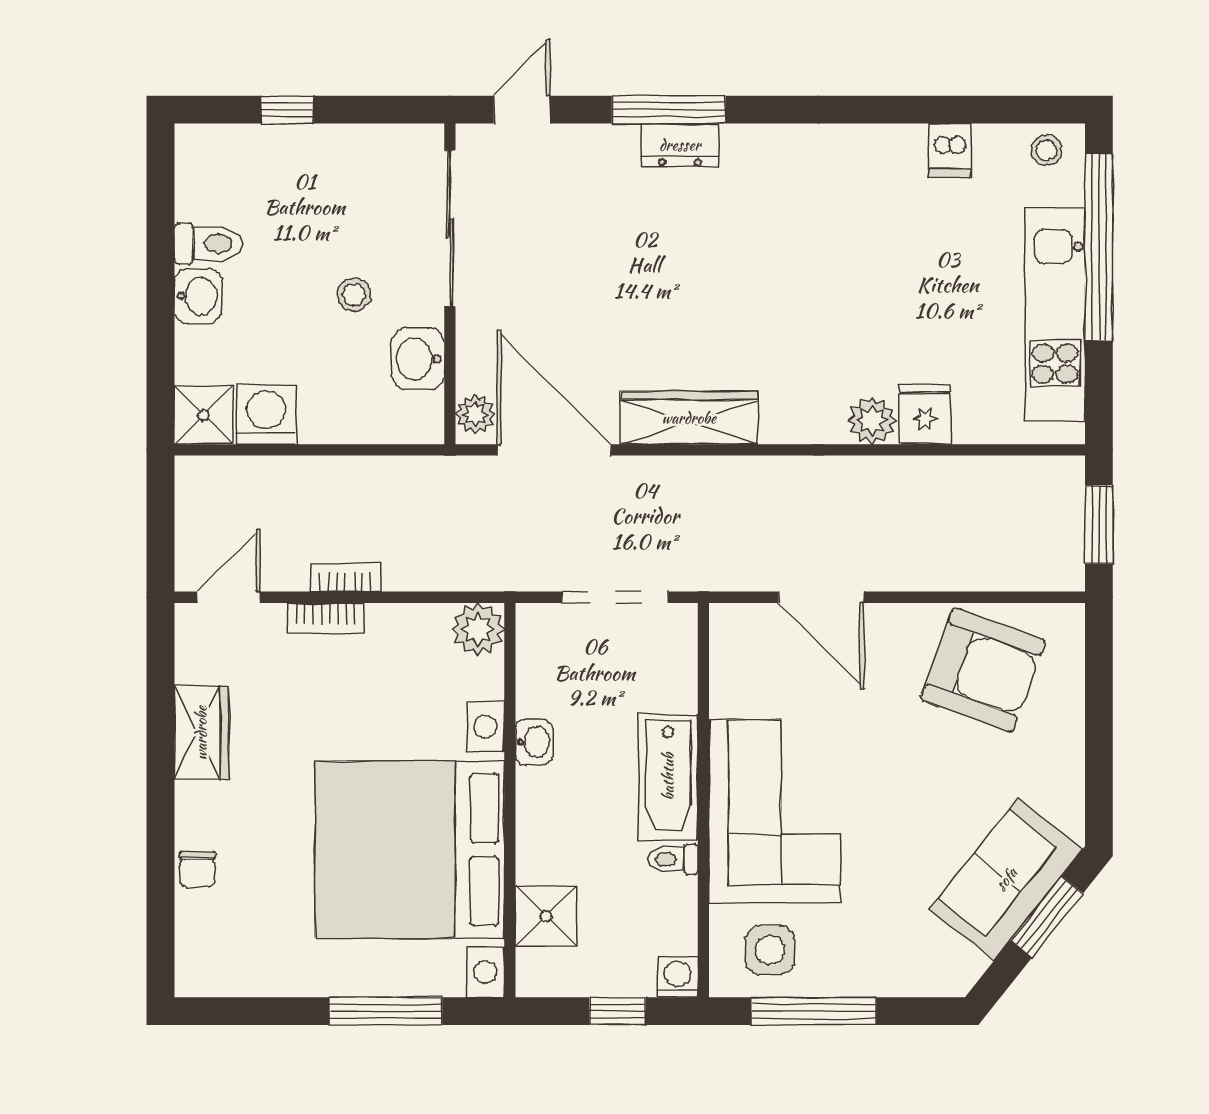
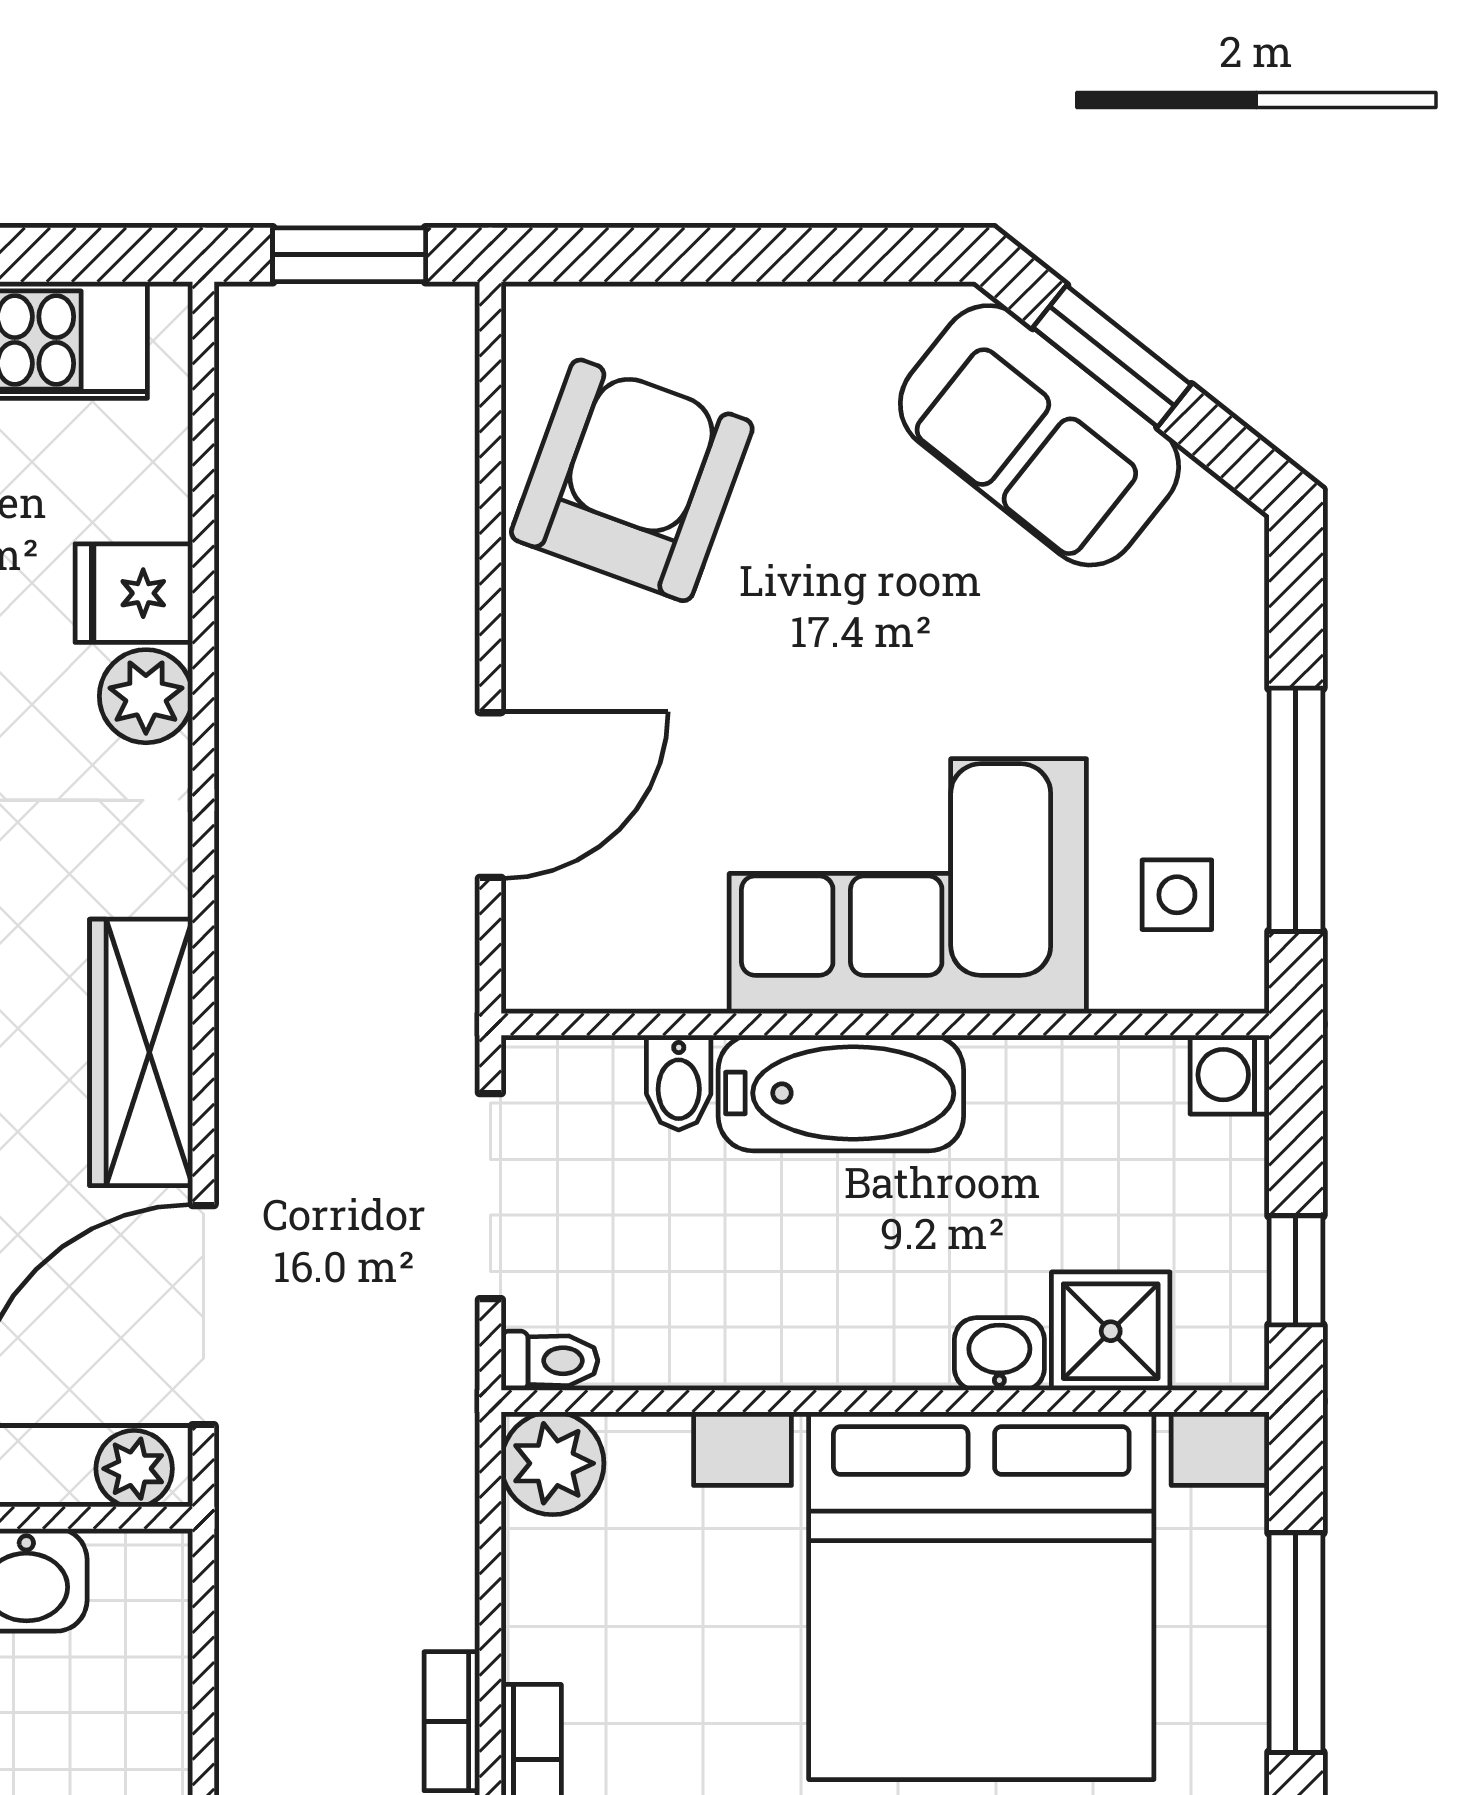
bidet: (673, 694) -> (679, 1083), added
washbasin: (534, 742) -> (999, 1354), moved
toilet: (673, 859) -> (549, 1361), moved, turned -90
side table: (770, 950) -> (1177, 895), width x0.73, depth x0.73
window: (617, 1011) -> (1296, 1270), moved

